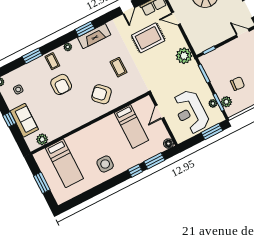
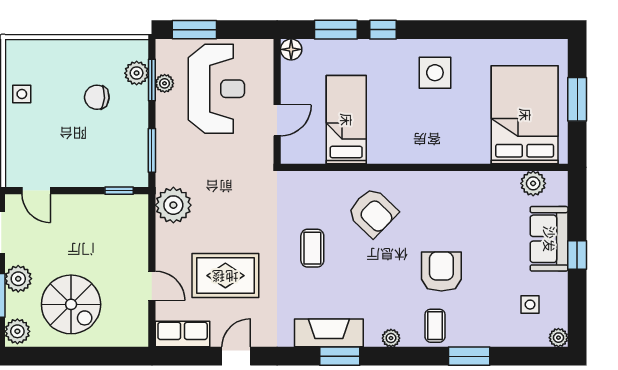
bed: (64, 163) -> (525, 115), width x1.50

